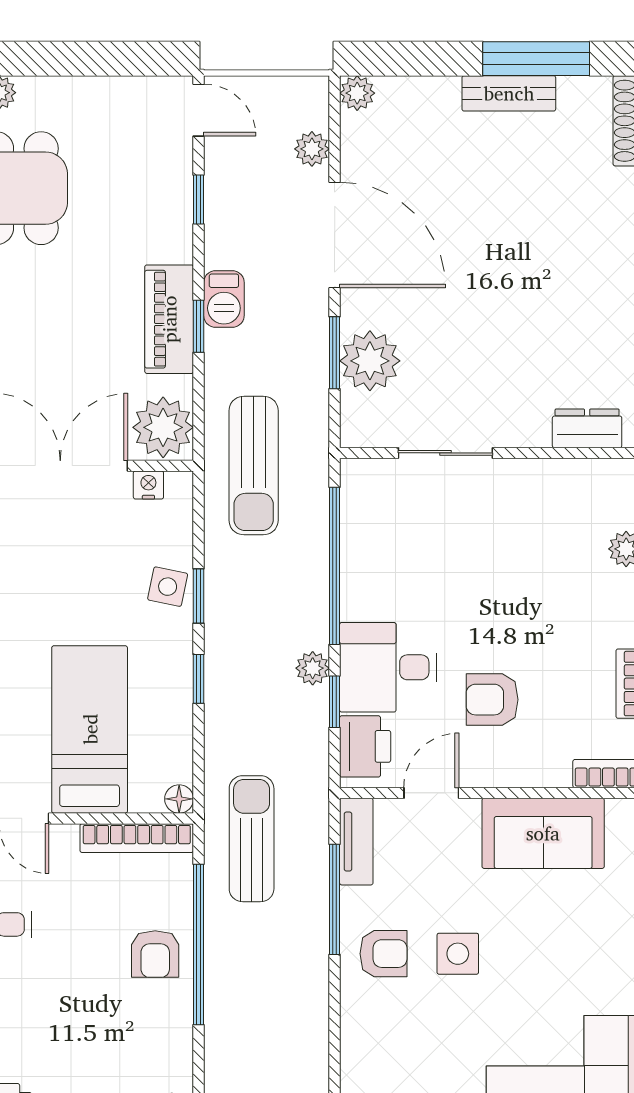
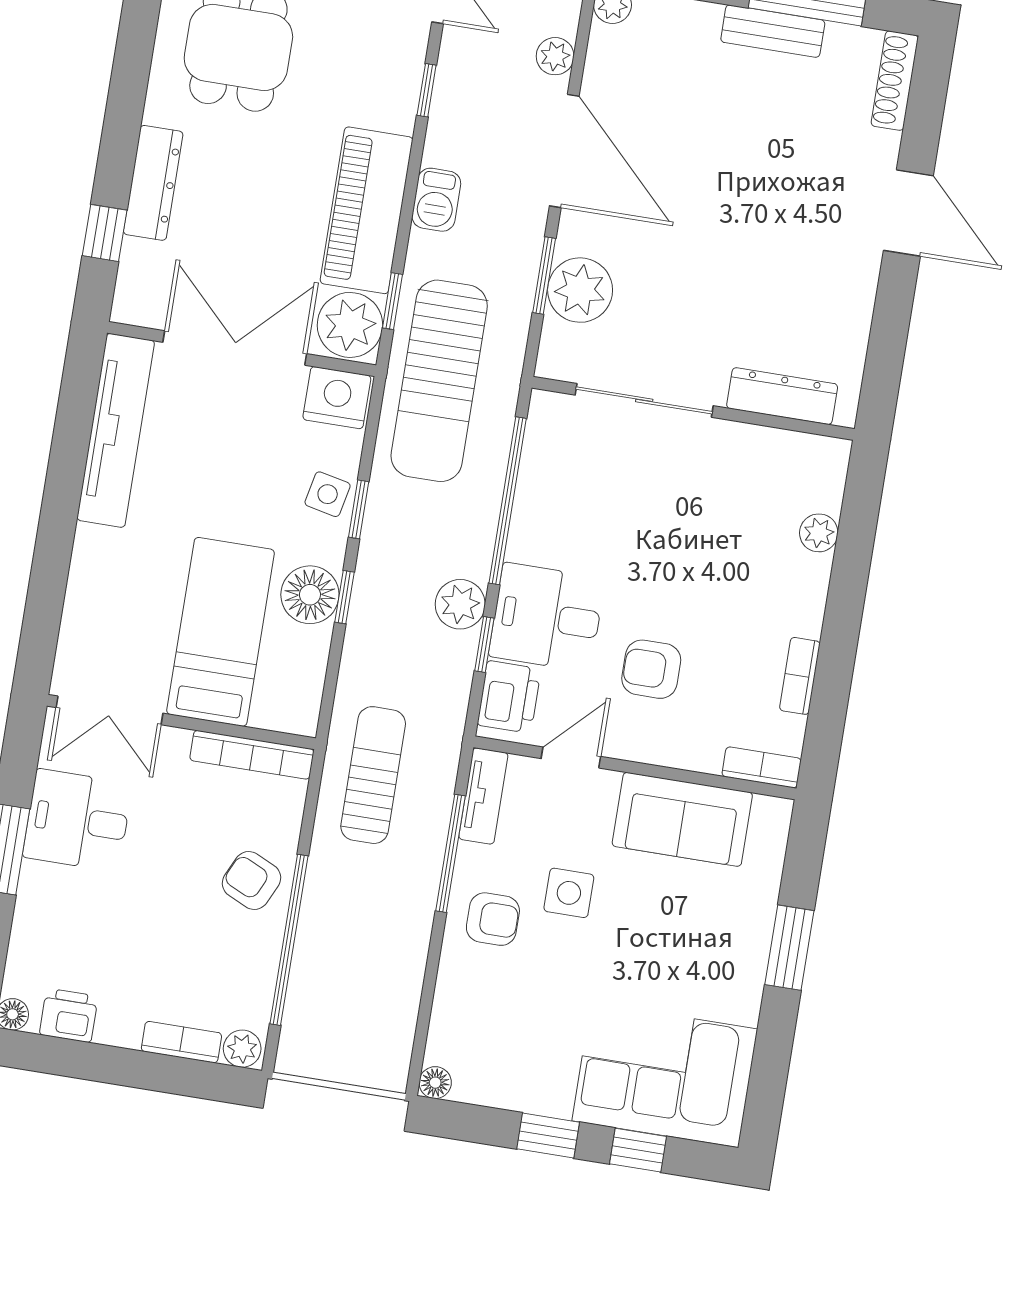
piano: (169, 319) -> (367, 210), width x1.37, depth x1.33
window: (199, 326) -> (392, 301), moved
dresser: (587, 428) -> (782, 396), width x1.44
sliding door: (445, 453) -> (644, 400), width x1.37
sun lounger: (254, 465) -> (439, 381), width x1.36, depth x1.34
nightstand: (148, 485) -> (337, 398), width x1.89, depth x1.79
plant: (313, 668) -> (460, 604), width x1.38, depth x1.38
floor lamp: (179, 799) -> (310, 595), moved, width x1.89, depth x1.89
window: (199, 945) -> (289, 940), moved
armchair: (155, 954) -> (251, 880), turned 115
side table: (458, 954) -> (569, 893), moved

